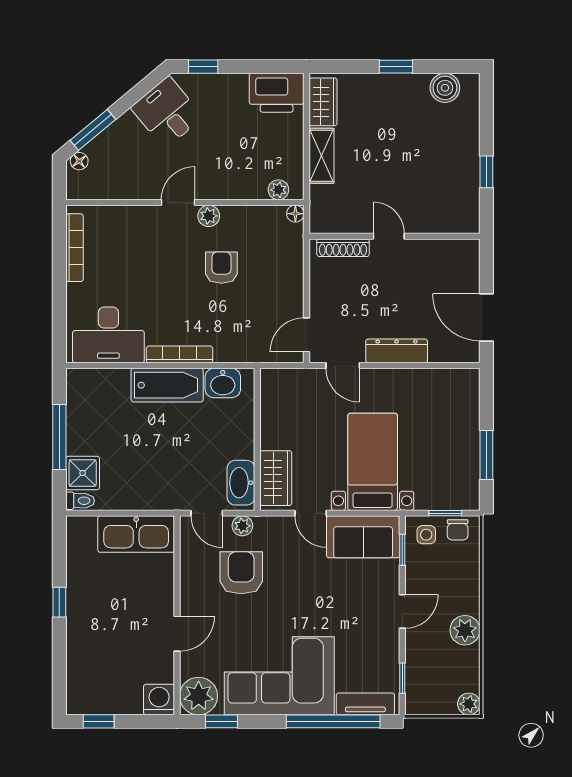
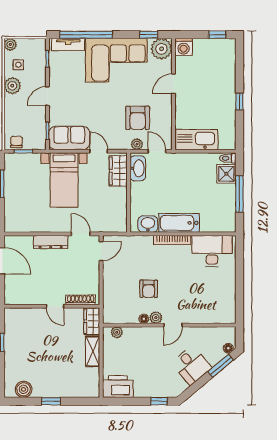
wardrobe: (323, 102) -> (92, 321), moved
desk: (167, 112) -> (191, 365), moved
floor lamp: (295, 214) -> (144, 319), moved
bookcase: (74, 248) -> (231, 300), removed
side table: (426, 535) -> (18, 65), moved

